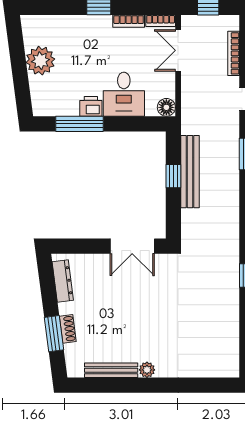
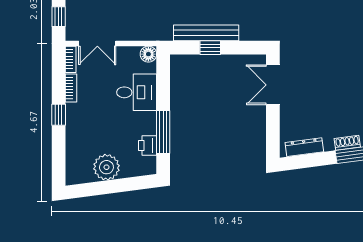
printer: (91, 106) -> (148, 145), moved
double door: (132, 246) -> (273, 85), swing flipped

